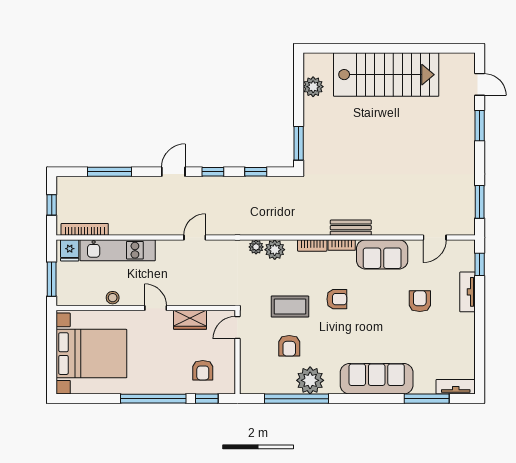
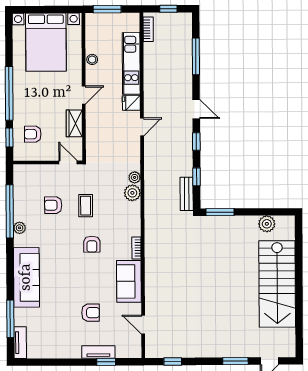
window: (480, 202) -> (173, 361), width x0.67
bench: (351, 228) -> (187, 194), moved
bookcase: (85, 229) -> (148, 29), width x0.64
door: (195, 238) -> (142, 127), hinge flipped
bookcase: (312, 245) -> (136, 224), removed
fridge: (70, 250) -> (131, 103), moved
window: (480, 264) -> (106, 362), moved
coffee table: (290, 307) -> (86, 206), width x0.73, depth x0.77
plant: (310, 380) -> (20, 228), width x0.53, depth x0.53

